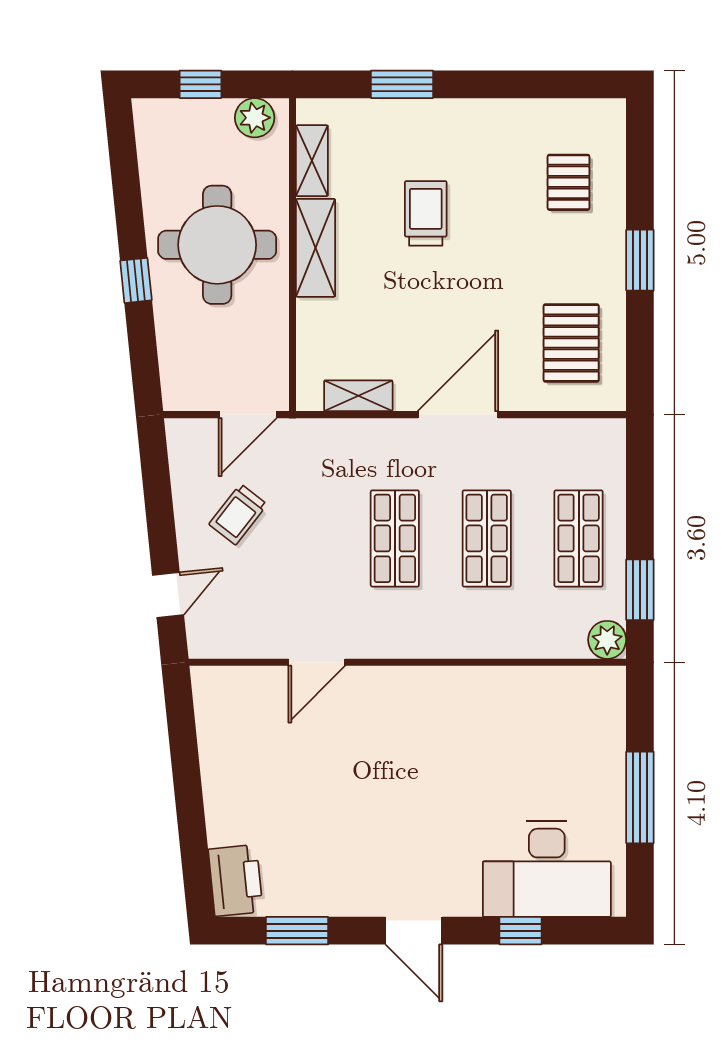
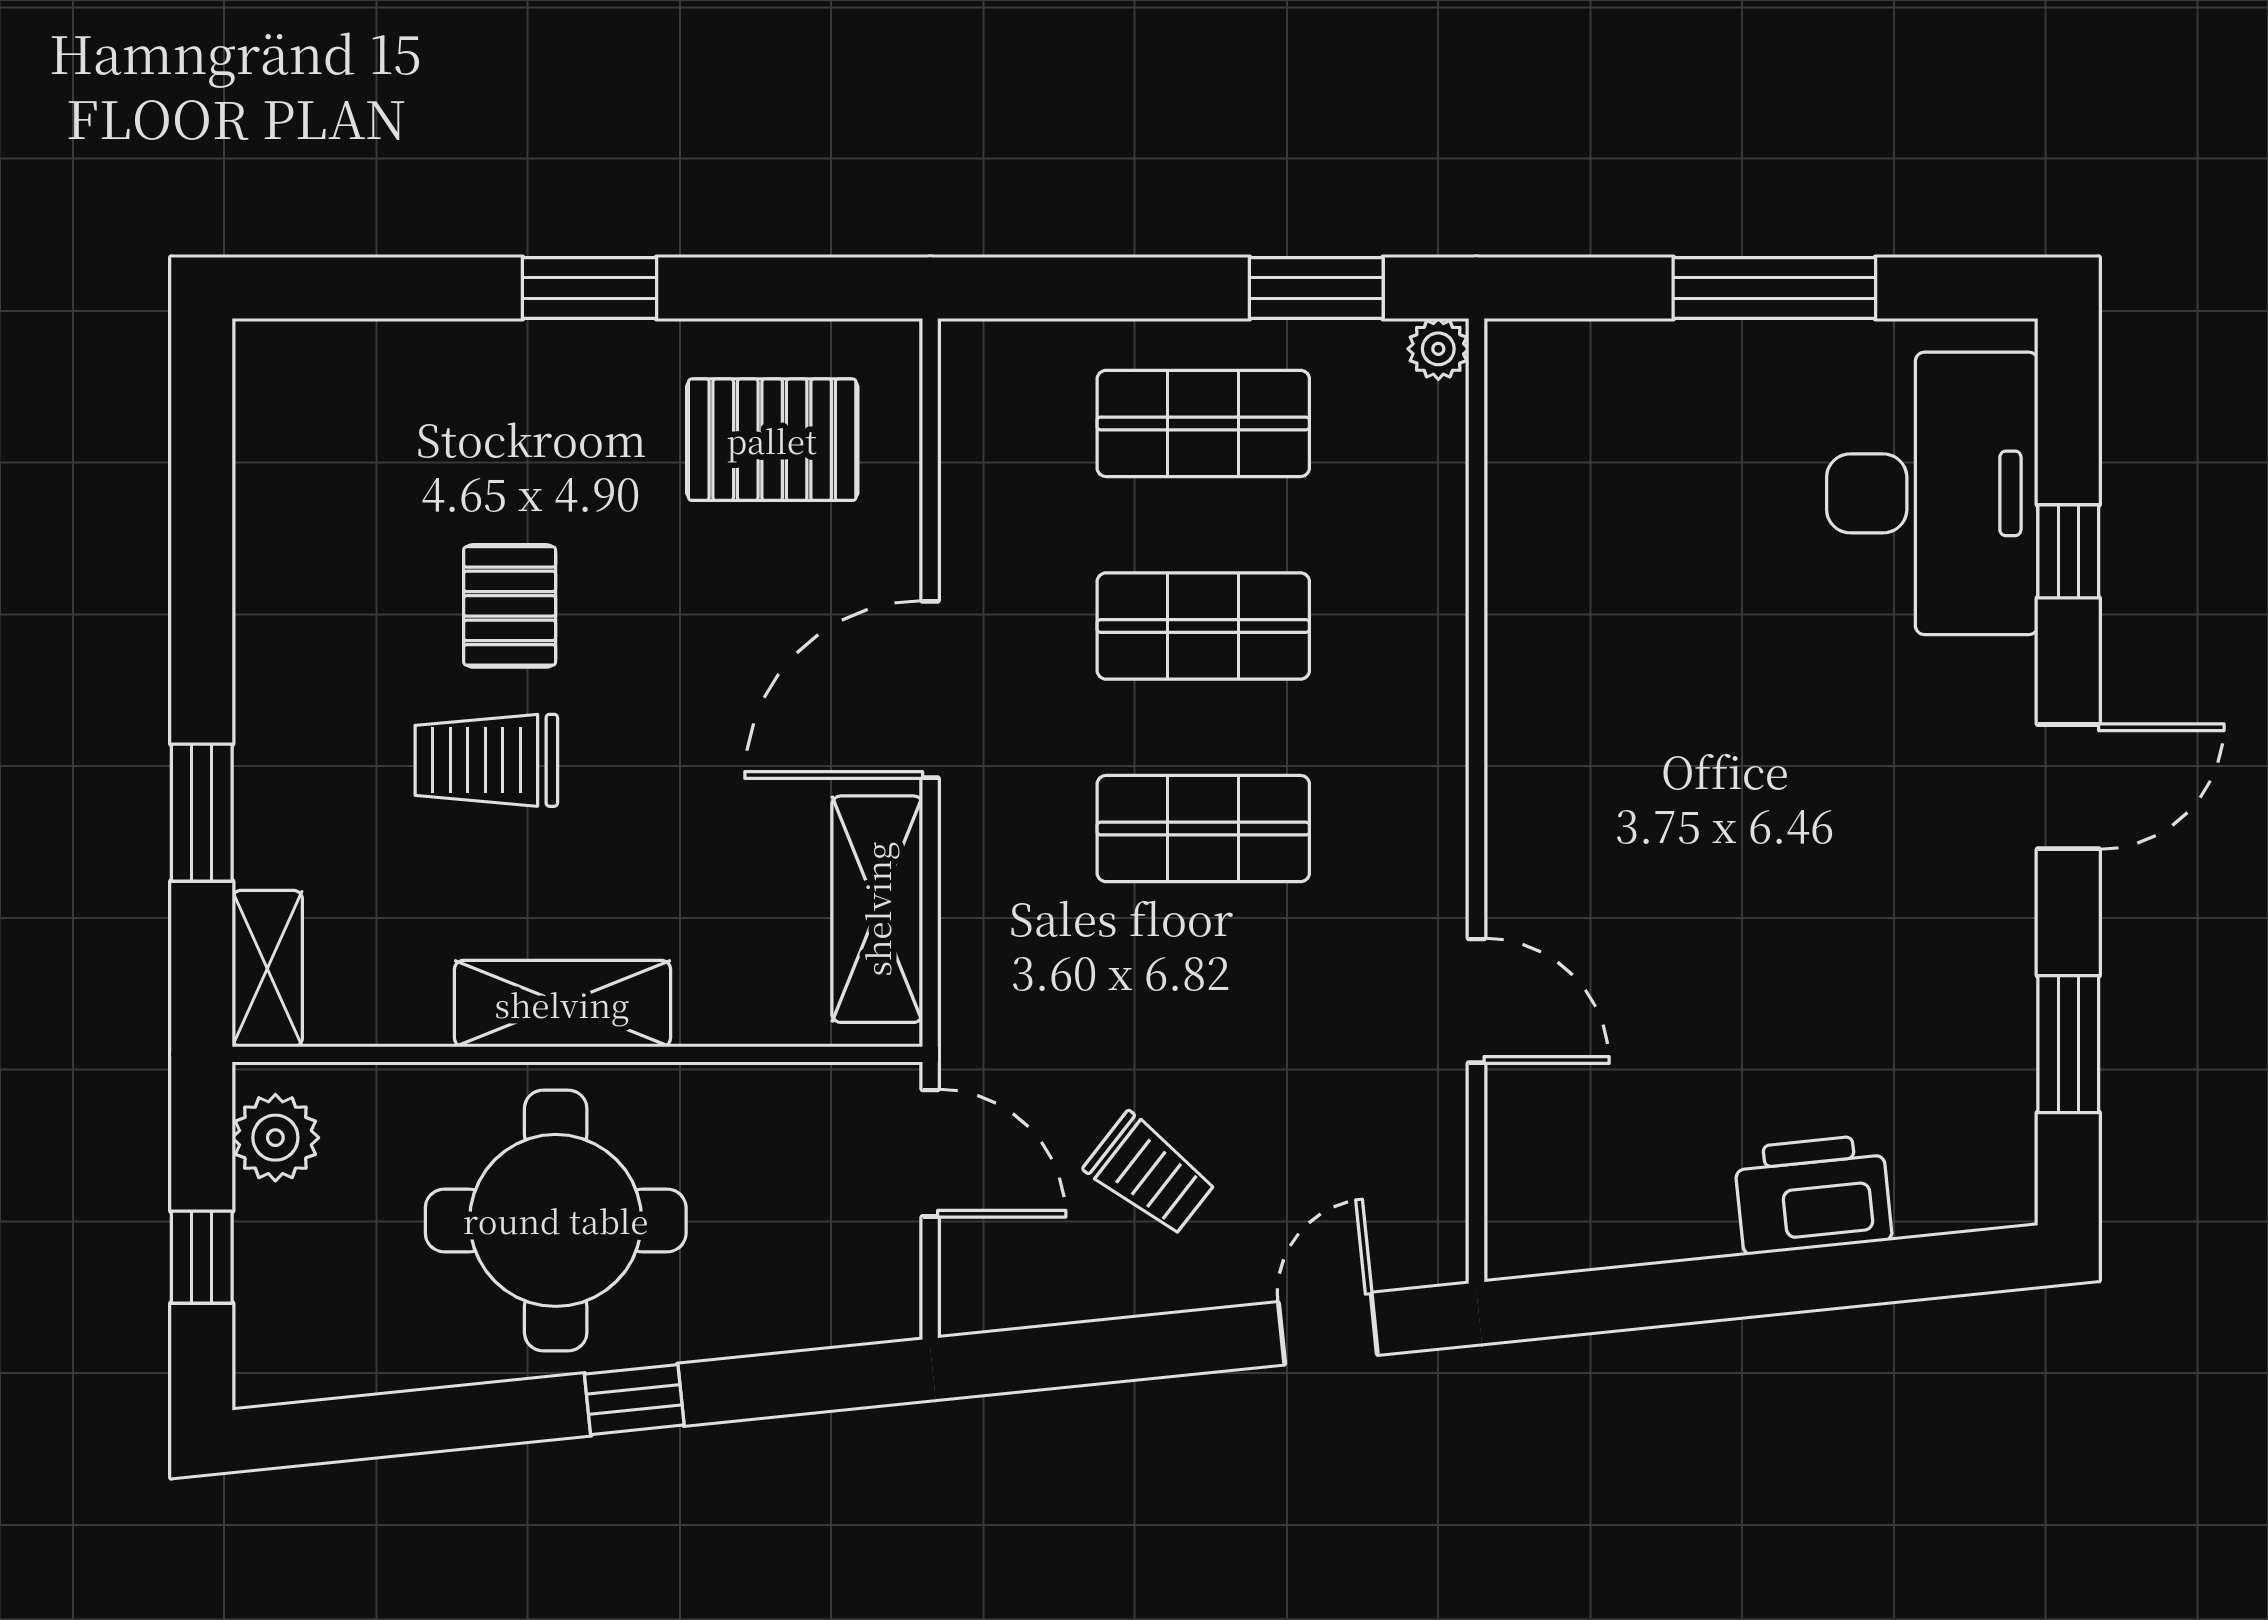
shelving: (312, 161) -> (267, 969), moved, turned 90
pallet: (568, 182) -> (510, 606), moved, turned 90
shelving: (358, 396) -> (877, 909), width x1.50, depth x1.33
door: (458, 415) -> (930, 690), hinge flipped
door: (168, 595) -> (1328, 1329), hinge flipped
plant: (607, 640) -> (1438, 349), width x0.73, depth x0.73
printer: (236, 880) -> (1813, 1194), moved

